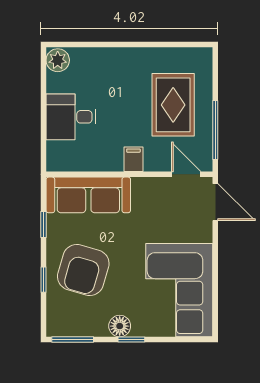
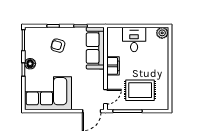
filing cabinet: (133, 159) -> (113, 66), width x2.00
armchair: (83, 270) -> (58, 46), width x0.53, depth x0.53

